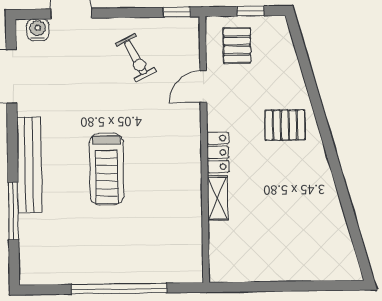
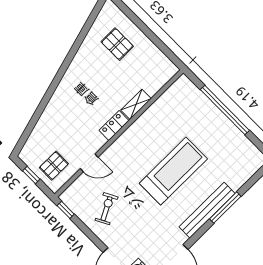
pallet: (285, 125) -> (117, 44), moved
treadmill: (107, 169) -> (173, 171), width x1.37, depth x1.38
window: (13, 211) -> (225, 208), moved

